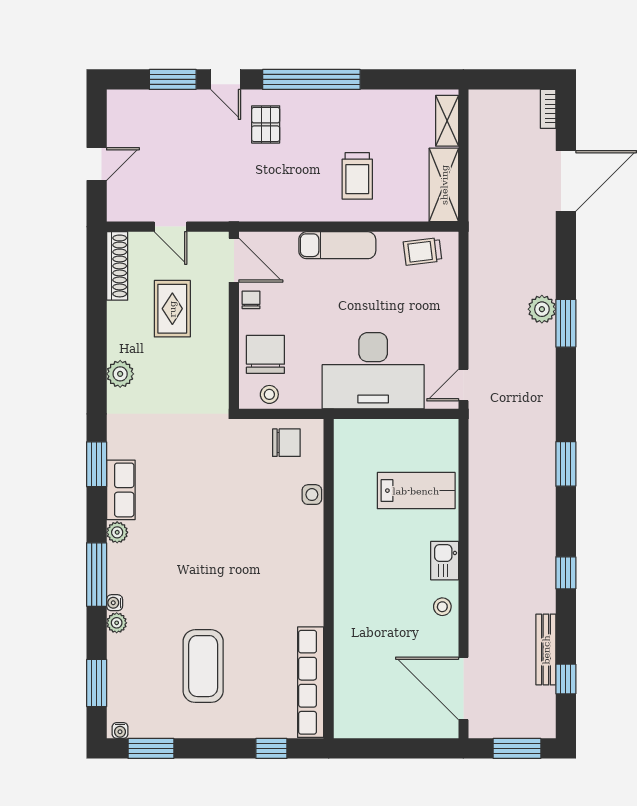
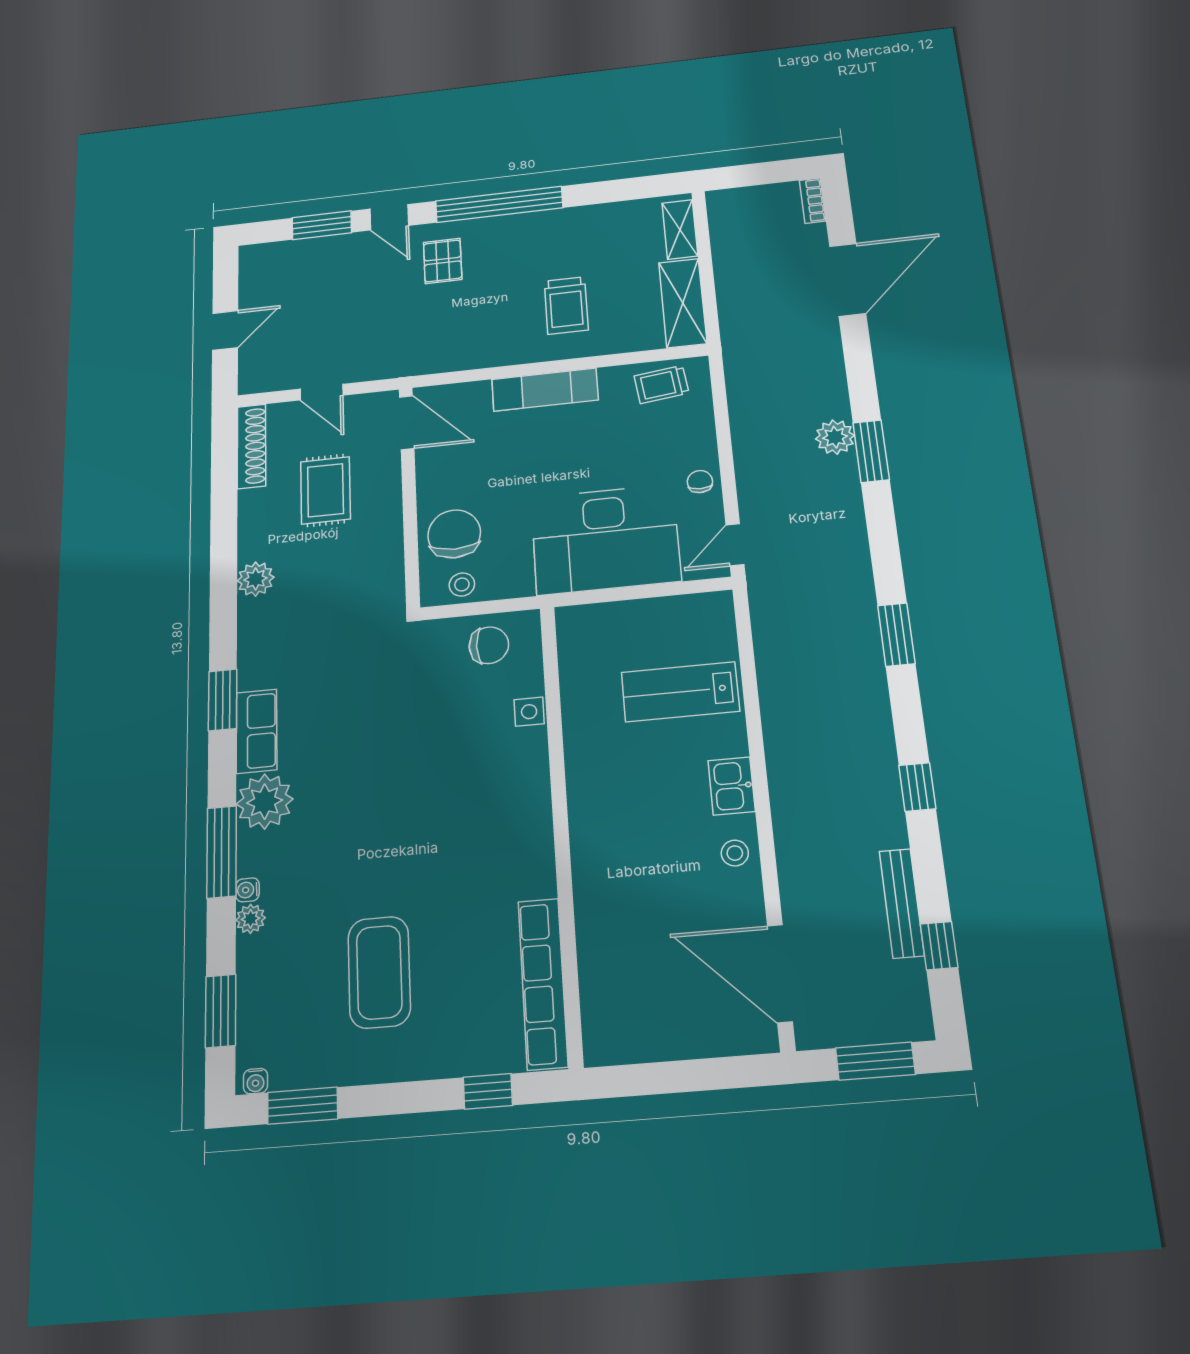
chair: (251, 300) -> (700, 482), moved
lab bench: (416, 491) -> (680, 692), turned 180
plant: (117, 532) -> (265, 802), width x1.87, depth x1.87

